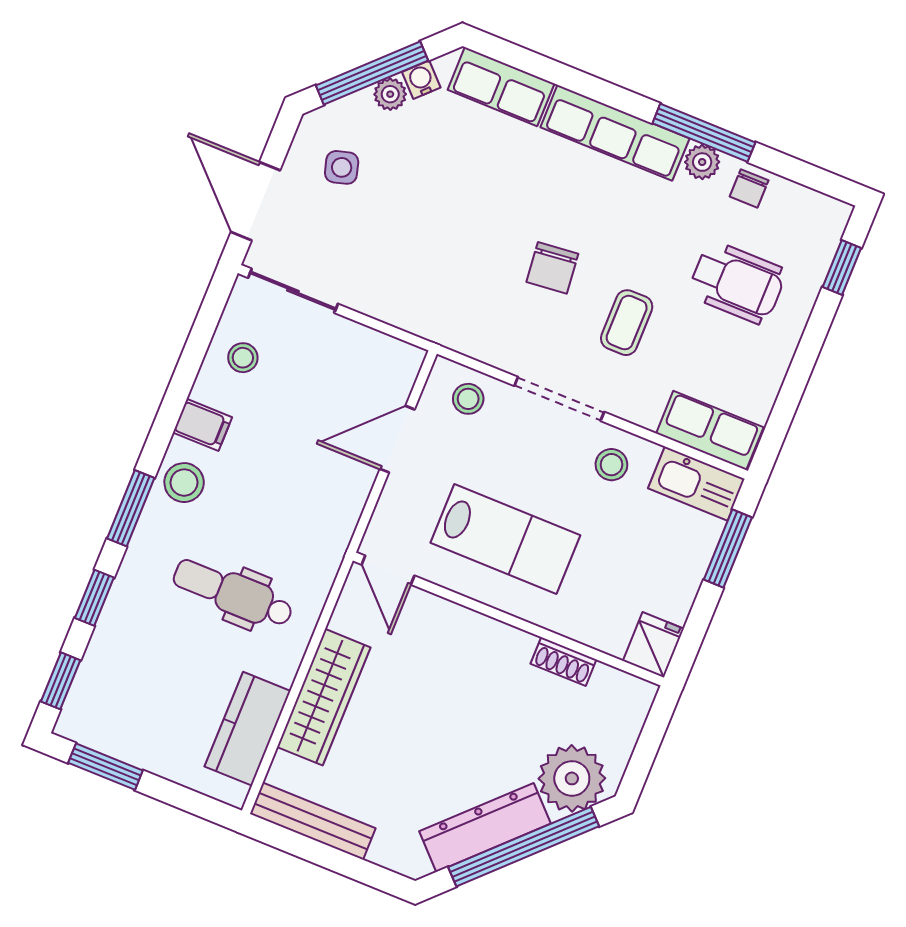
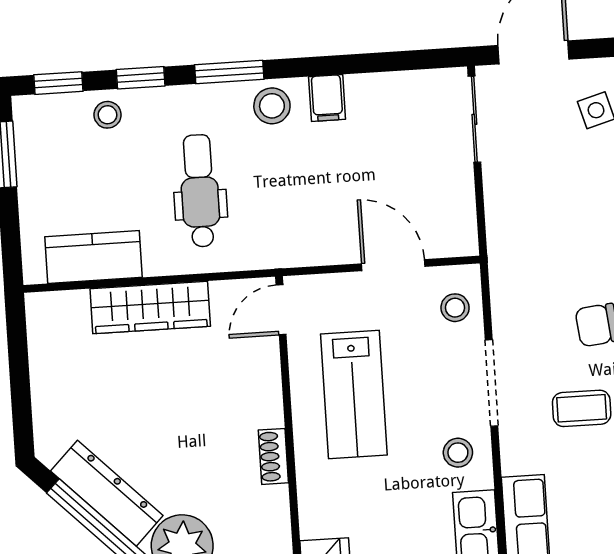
stool: (243, 358) -> (108, 115), moved
shoe rack: (563, 662) -> (273, 456), moved
bench: (313, 821) -> (43, 348), removed

